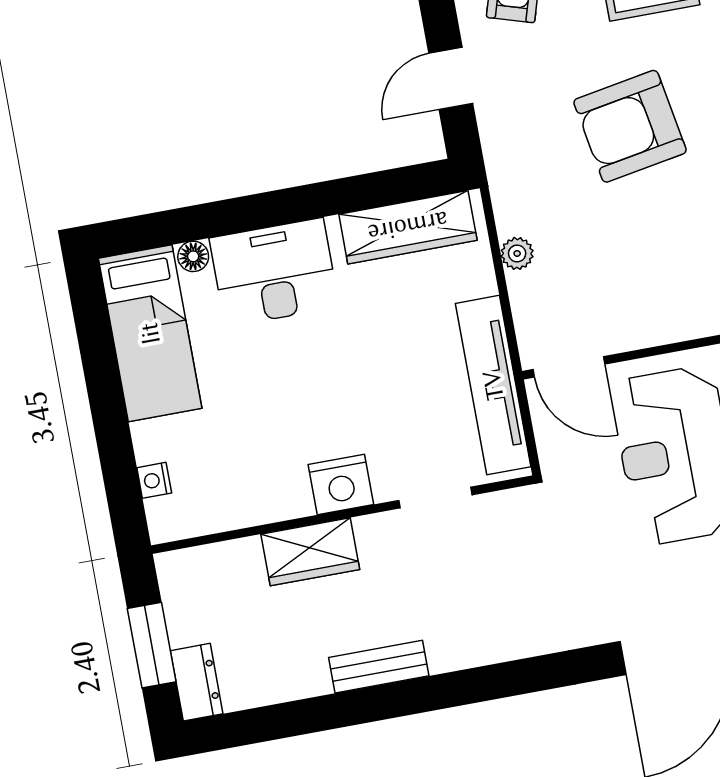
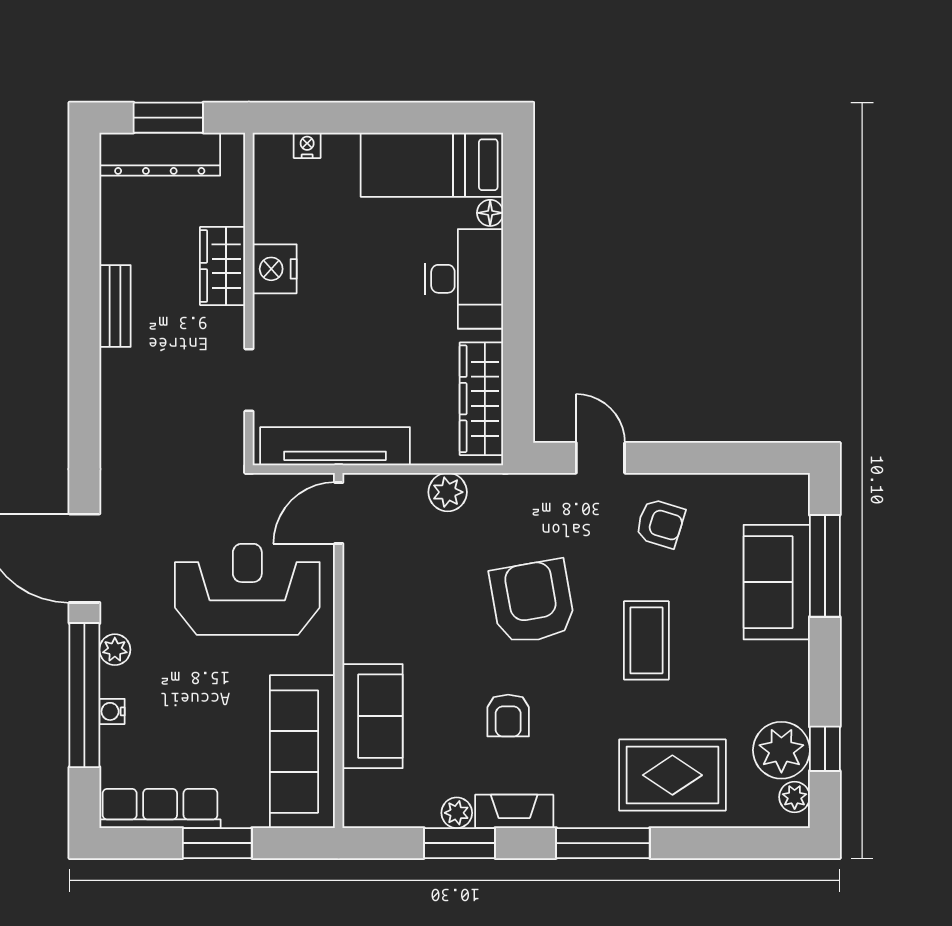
plant: (517, 253) -> (448, 492), width x1.38, depth x1.38
nightstand: (341, 484) -> (275, 269), moved
dresser: (197, 682) -> (160, 154), width x1.96, depth x1.24

